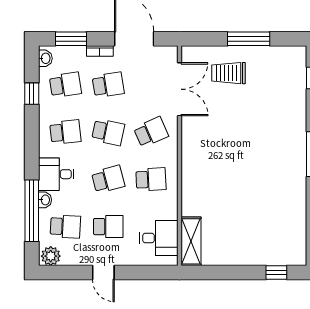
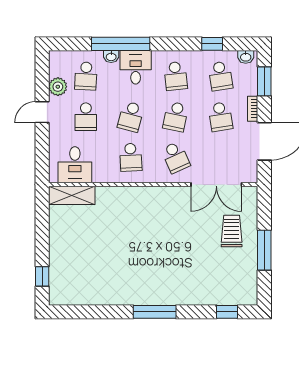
school desk: (108, 179) -> (131, 117), turned 30
window: (32, 211) -> (121, 44), moved
plant: (51, 256) -> (58, 87), moved

